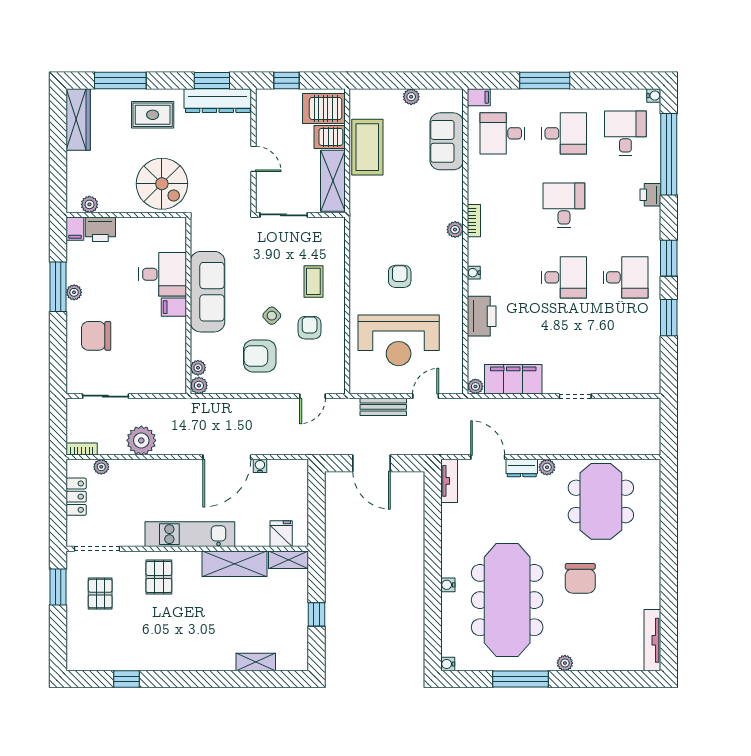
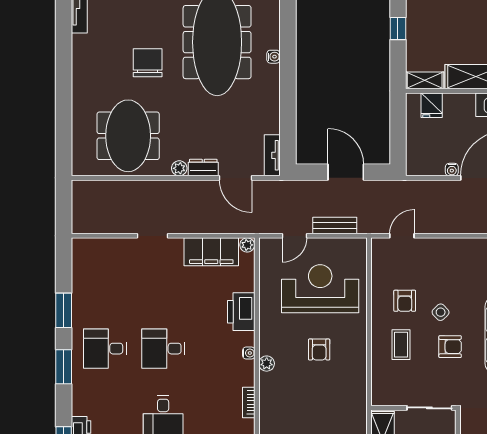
plant: (455, 230) -> (267, 364), moved
armchair: (260, 356) -> (450, 347), moved, width x0.72, depth x0.72

